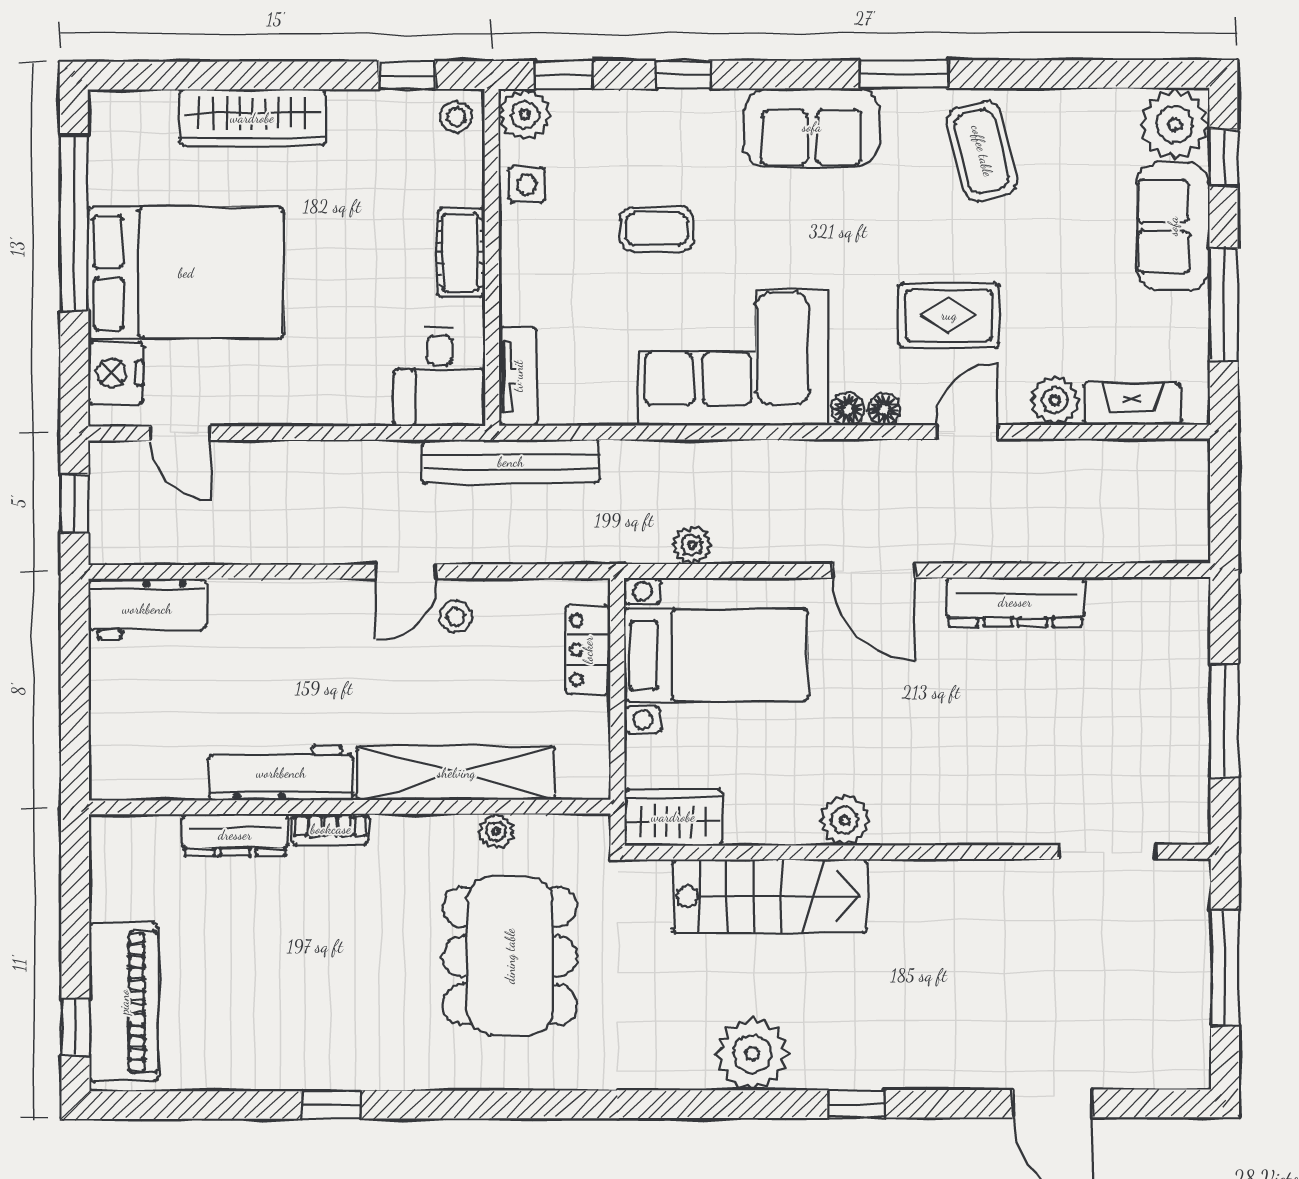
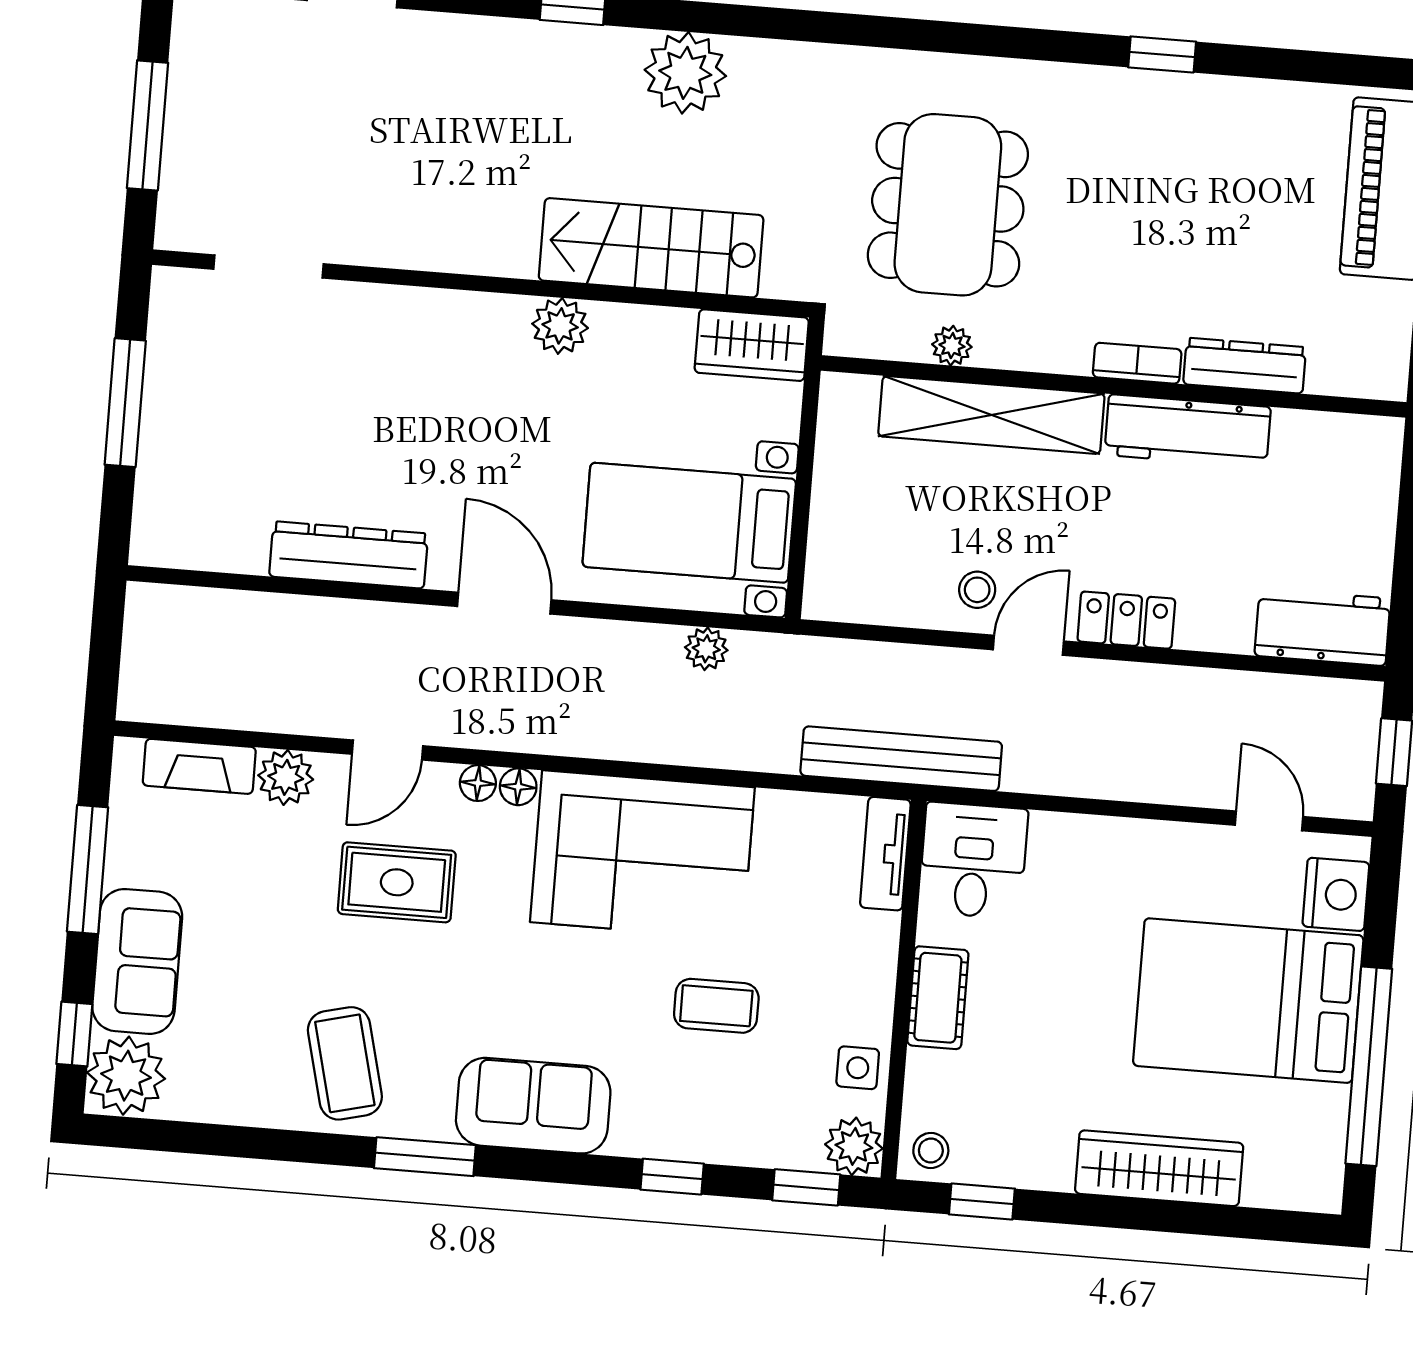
locker: (588, 650) -> (1126, 620), moved, turned -90

